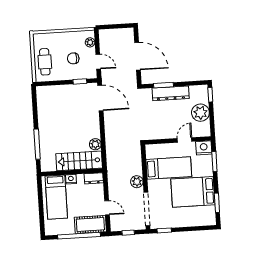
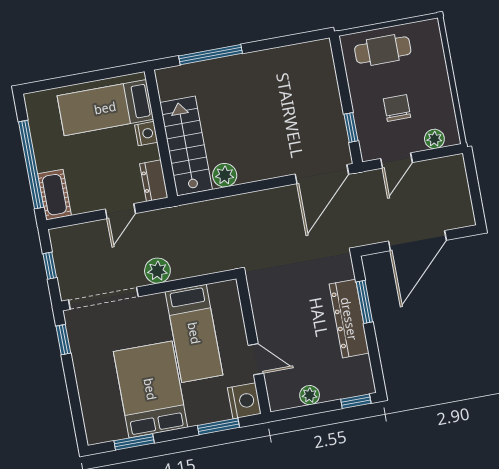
plant: (200, 113) -> (310, 395), width x0.53, depth x0.53
door: (107, 208) -> (120, 211), moved
cot: (90, 225) -> (54, 195), width x0.73, depth x0.75

